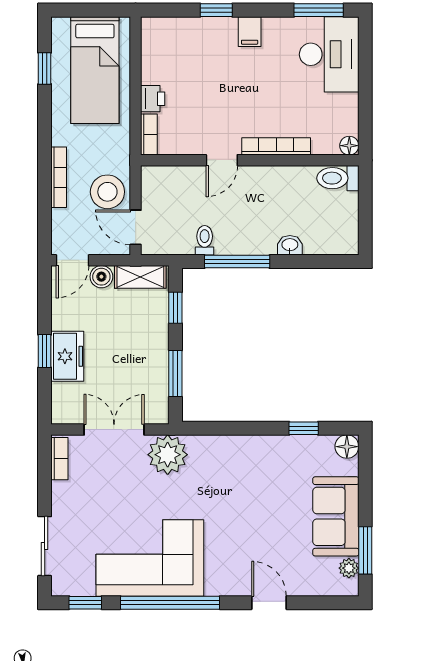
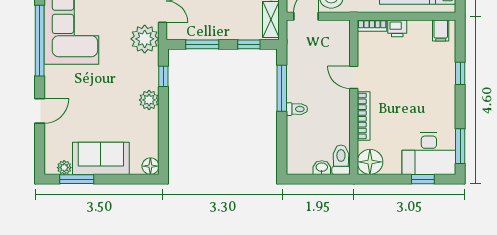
filing cabinet: (250, 32) -> (441, 31), moved, turned -90
window: (365, 63) -> (423, 179), added
floor lamp: (349, 146) -> (370, 162), width x1.89, depth x1.89
toilet: (205, 240) -> (297, 109), moved
washbasin: (290, 245) -> (322, 168), moved, turned -90
window: (304, 428) -> (163, 76), moved
plant: (254, 449) -> (149, 100), added

